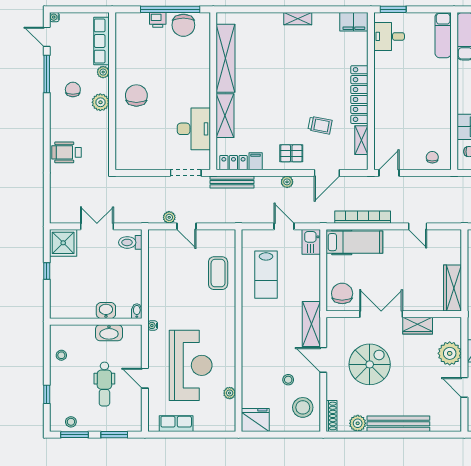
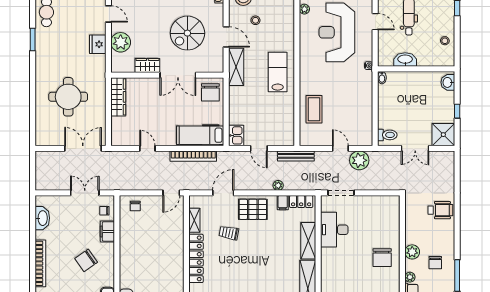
pallet: (291, 153) -> (253, 209), width x1.50, depth x1.42
bench: (232, 182) -> (296, 156), moved
plant: (287, 182) -> (278, 185), moved
plant: (169, 217) -> (359, 160), width x1.88, depth x1.88
lab bench: (266, 275) -> (278, 72), moved
washbasin: (106, 310) -> (448, 82), moved, turned 90

